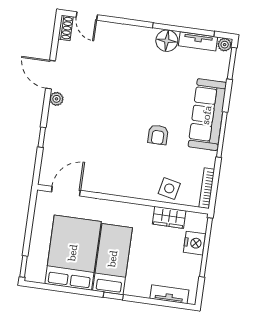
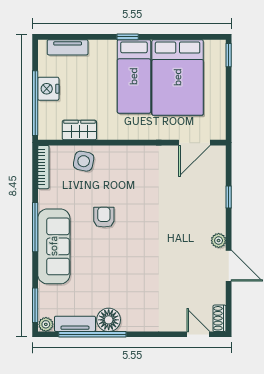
nightstand: (194, 243) -> (48, 89), moved

